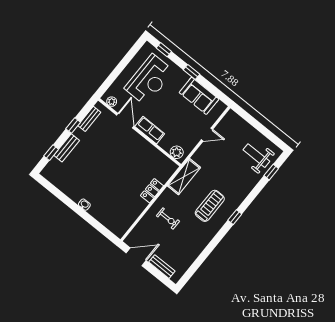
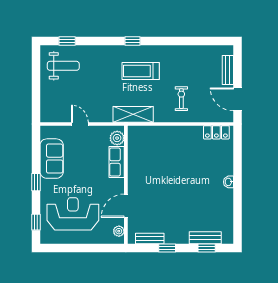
row of seats: (150, 130) -> (117, 162), moved
bench: (67, 148) -> (205, 238), moved
weight bench: (256, 156) -> (63, 66), turned -90
locker: (152, 191) -> (216, 132), moved

